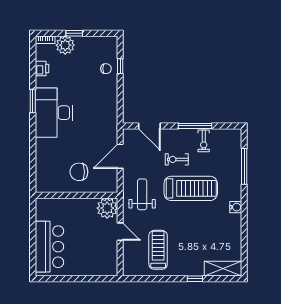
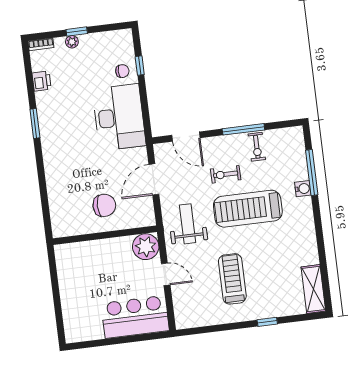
plant: (65, 45) -> (72, 42), width x0.53, depth x0.53
desk: (54, 113) -> (119, 117), moved, turned 180
chair: (79, 172) -> (104, 205), turned 180
treadmill: (191, 188) -> (248, 209), turned 180
water cooler: (236, 207) -> (303, 189), moved
bar counter: (49, 247) -> (135, 317), moved, turned -90
treadmill: (158, 250) -> (232, 279), moved
shelving: (223, 269) -> (313, 289), moved, turned 90

